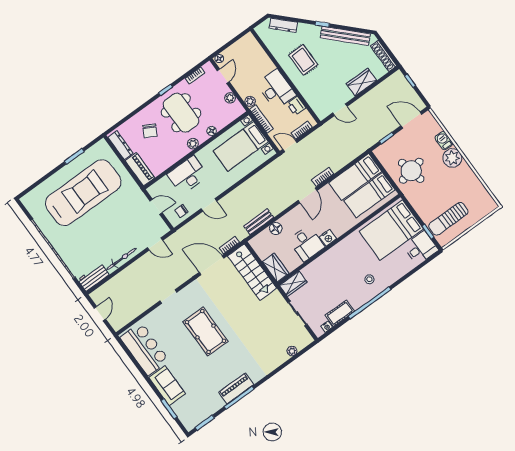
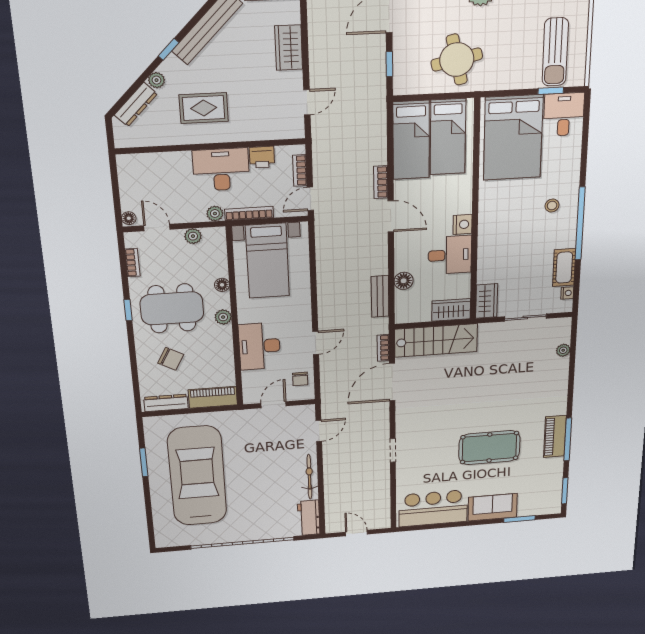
plant: (303, 28) -> (157, 80), added
pool table: (205, 332) -> (489, 448), moved

